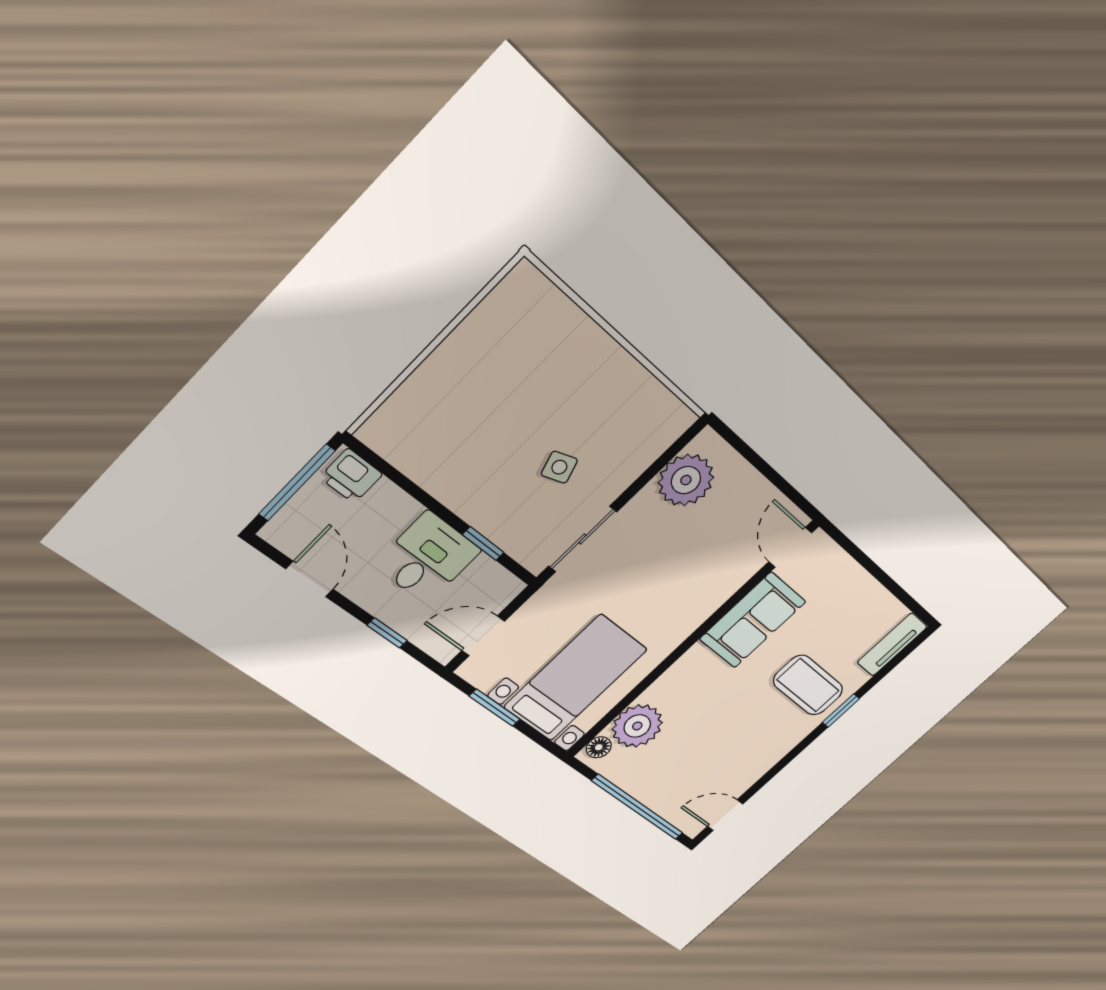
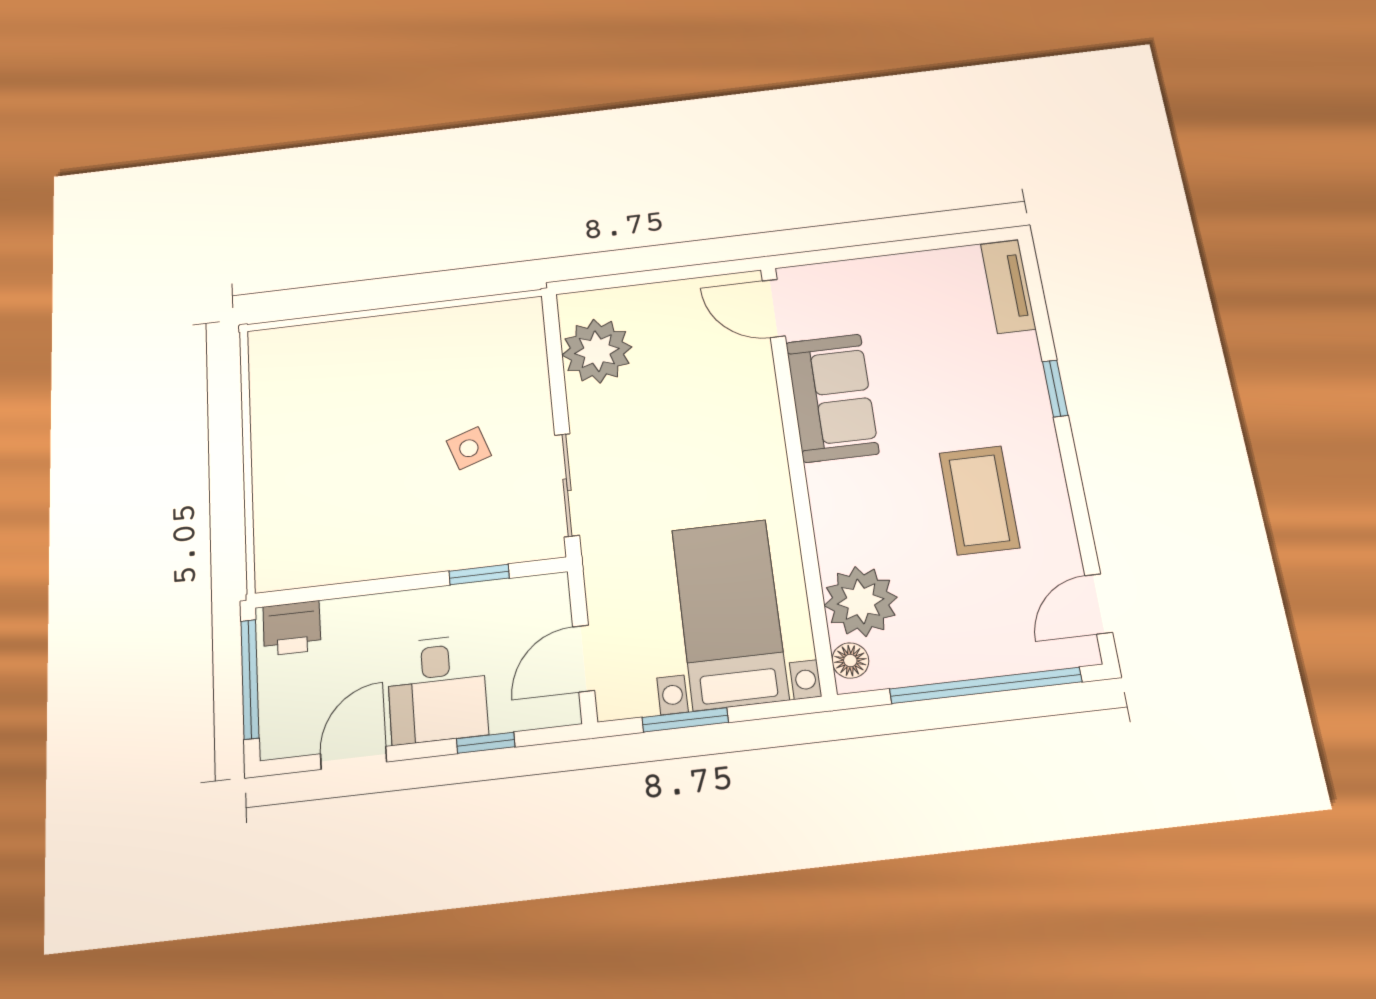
desk: (427, 558) -> (437, 689), moved, turned 180
door: (310, 579) -> (354, 758), hinge flipped
coffee table: (808, 685) -> (979, 500), moved, turned 90

